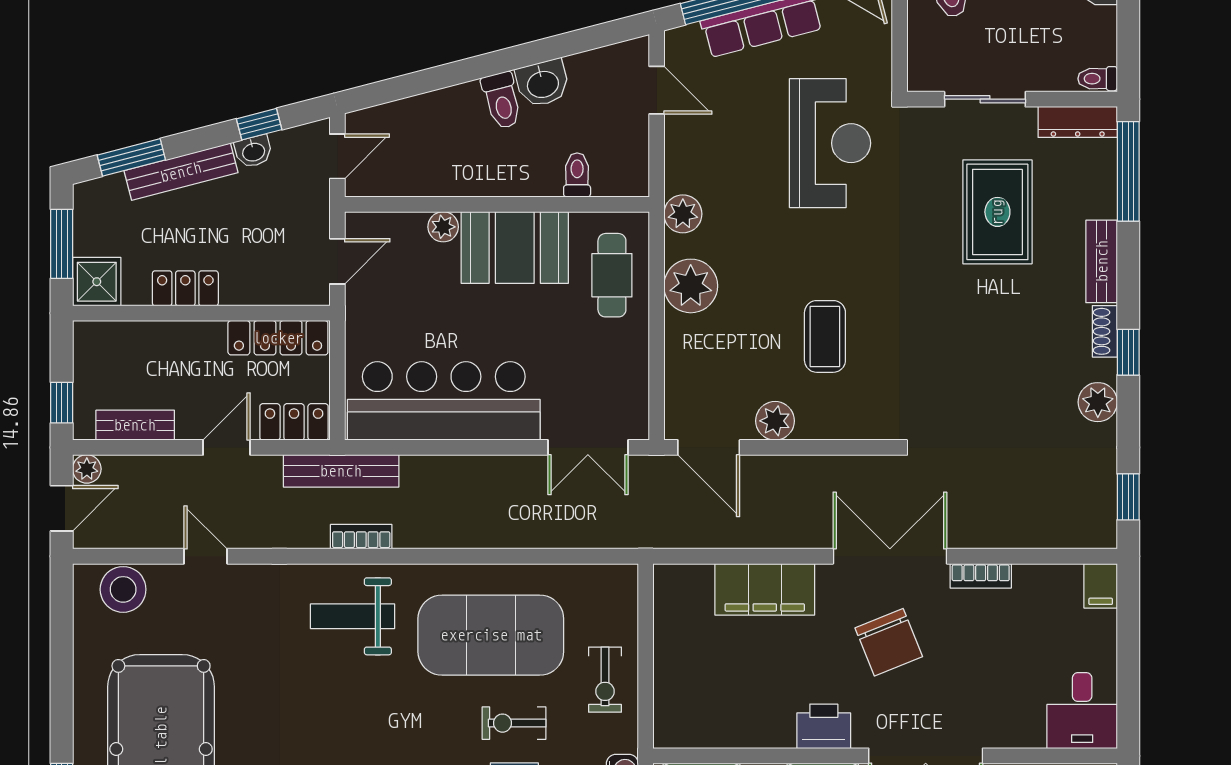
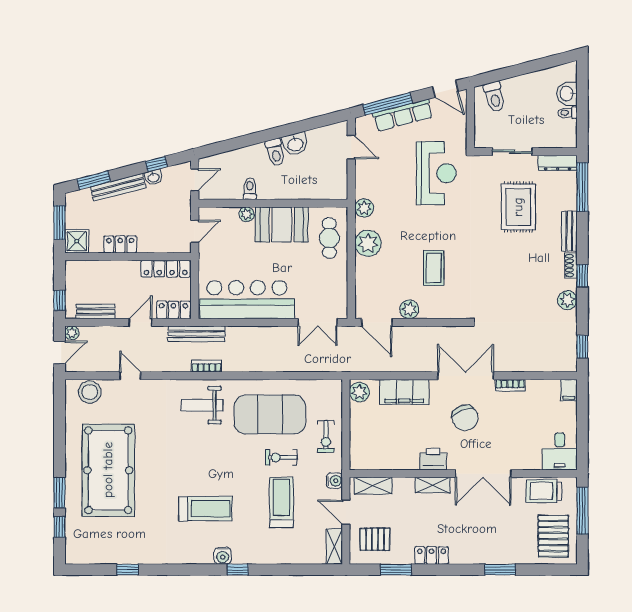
toilet: (1098, 79) -> (567, 113), moved
toilet: (577, 175) -> (250, 189), moved
plant: (673, 590) -> (359, 392), added

